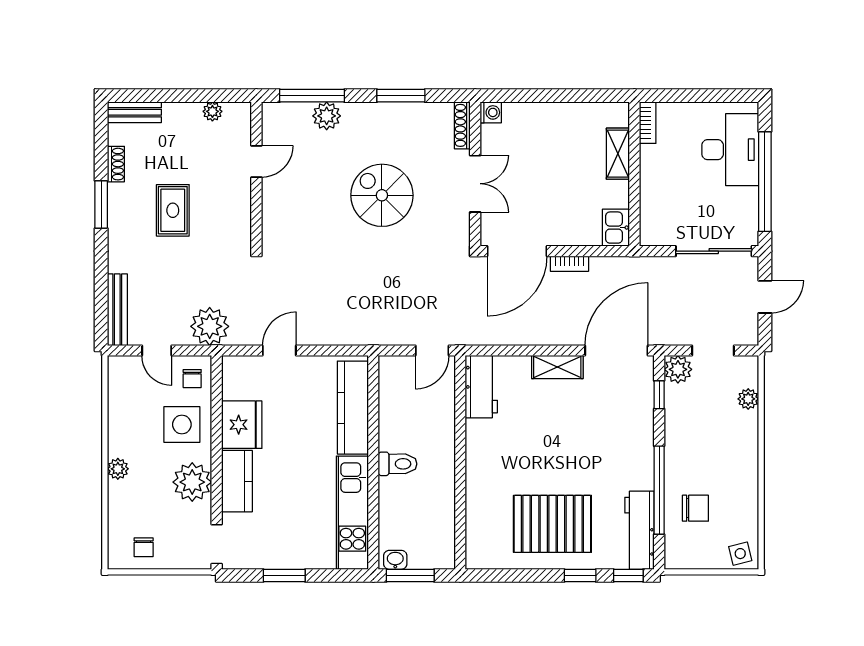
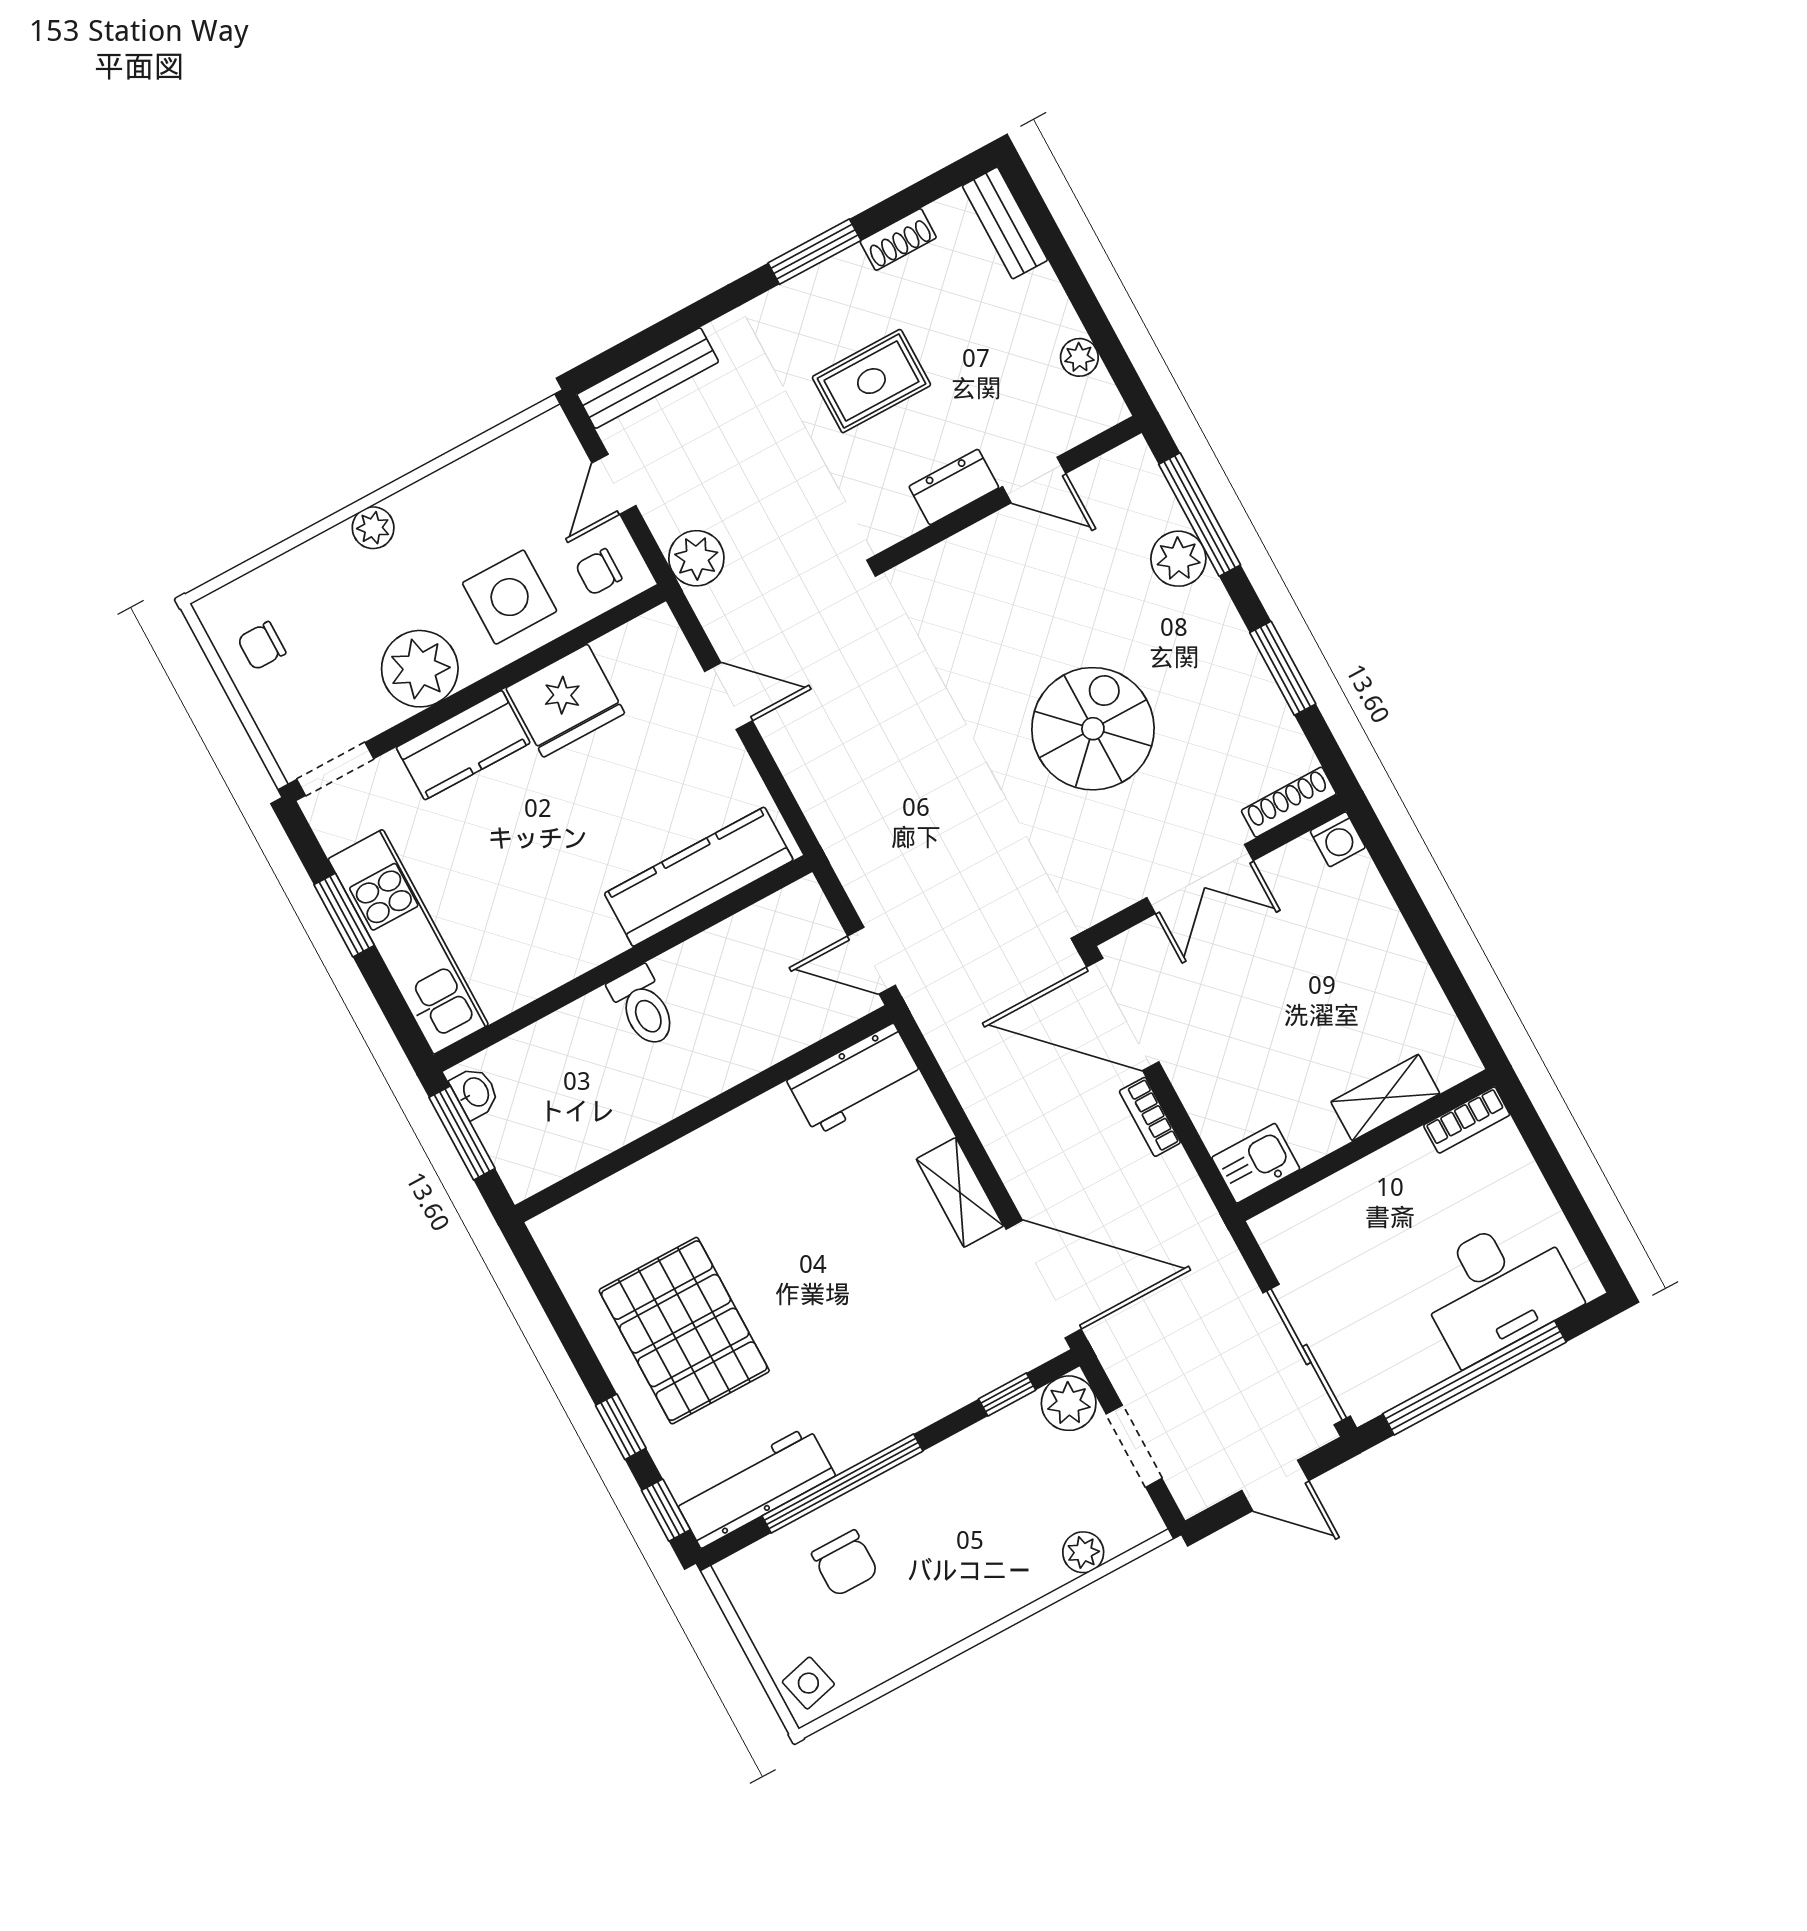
dresser: (240, 199) -> (954, 487), added
plant: (210, 326) -> (696, 558), width x0.73, depth x0.73
kitchen unit: (352, 513) -> (408, 942), moved, turned 90

